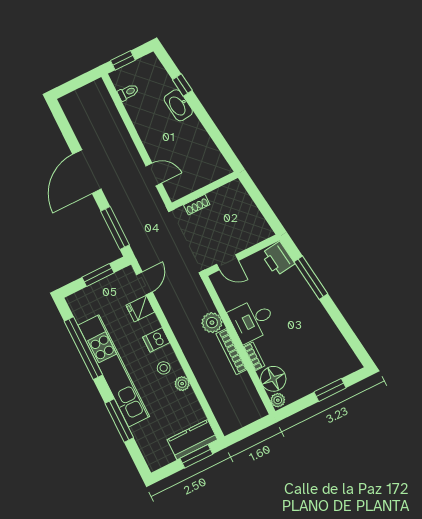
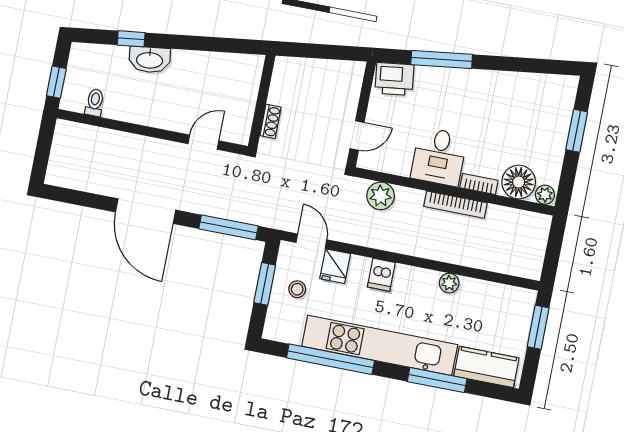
plant: (212, 323) -> (381, 196), moved
stool: (164, 368) -> (297, 289), moved
kitchen counter: (192, 440) -> (486, 367), moved, turned 90

